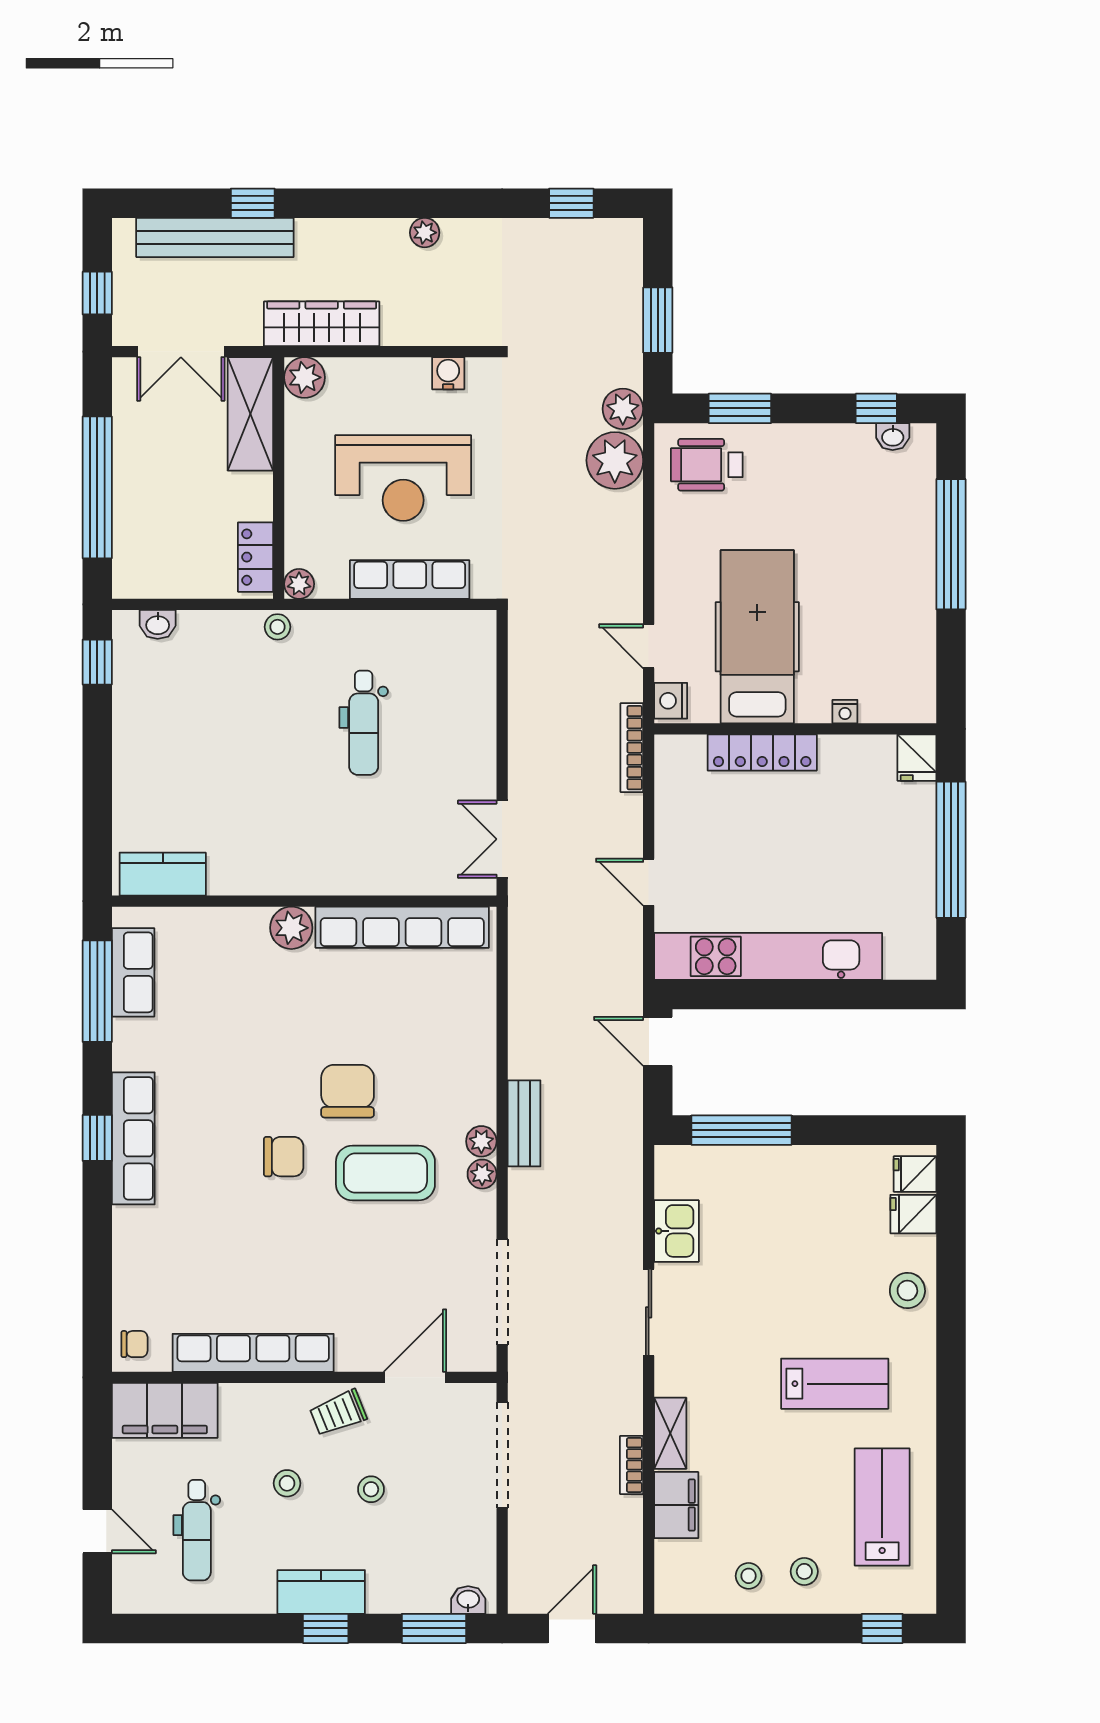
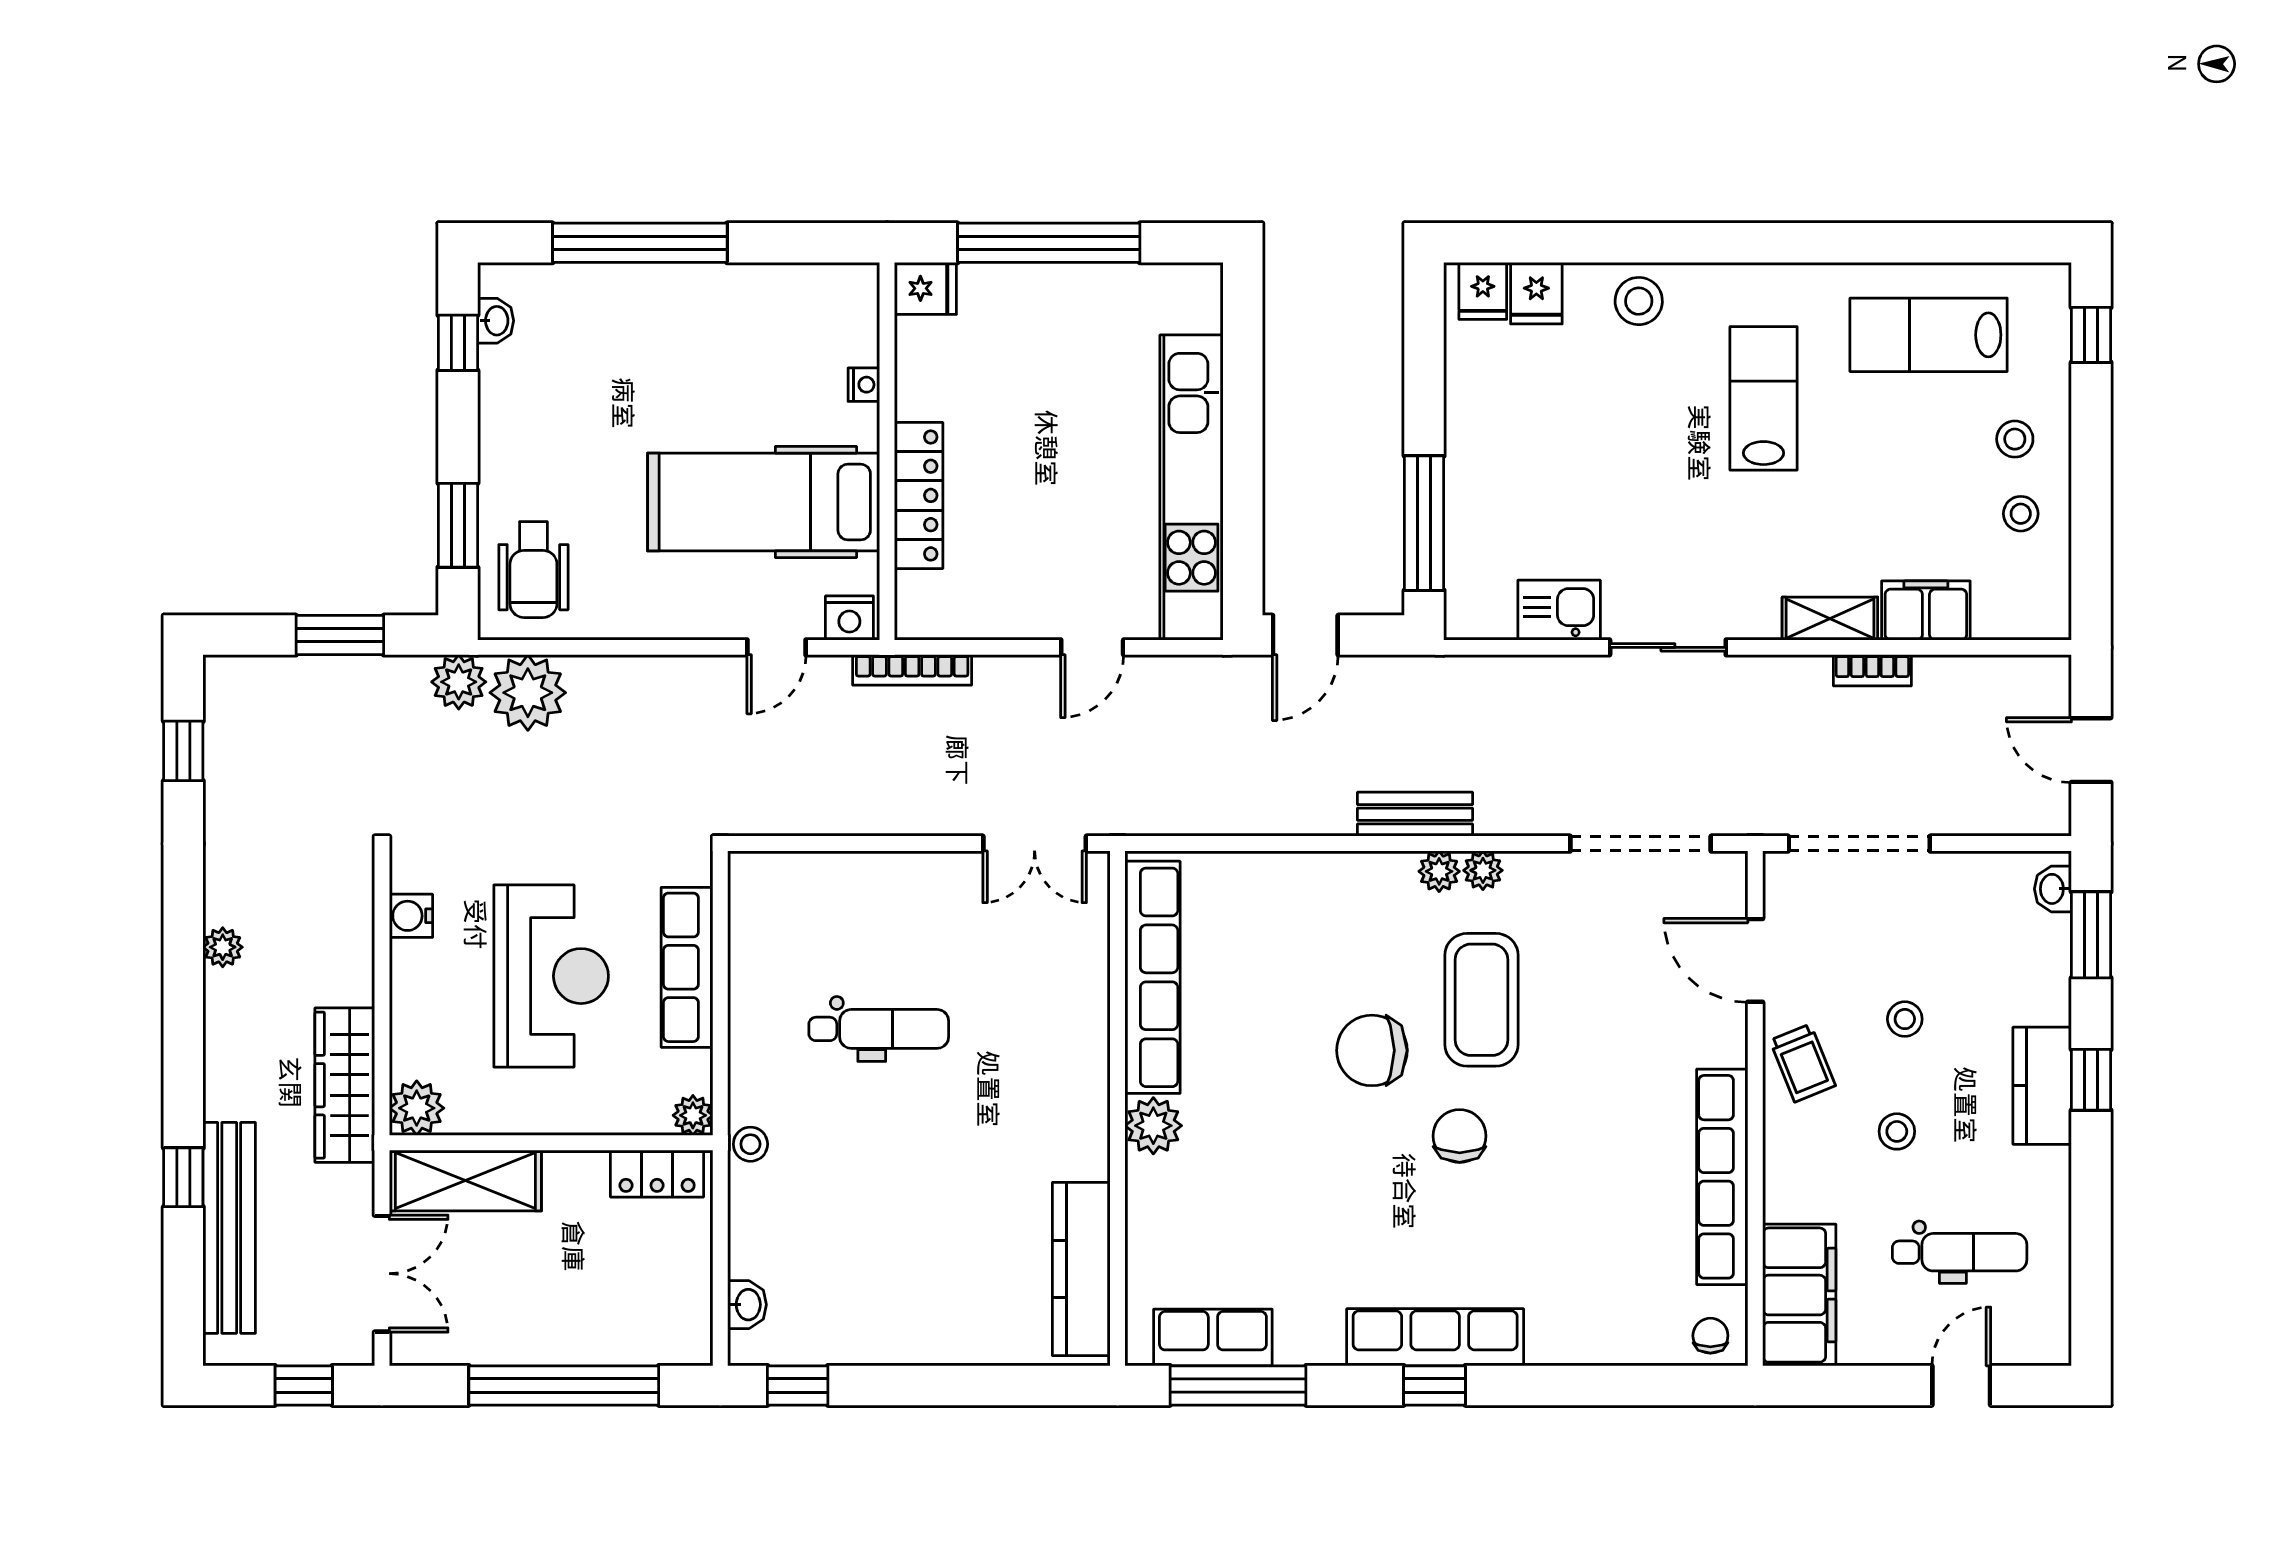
kitchen counter: (163, 874) -> (1081, 1269), width x1.50

